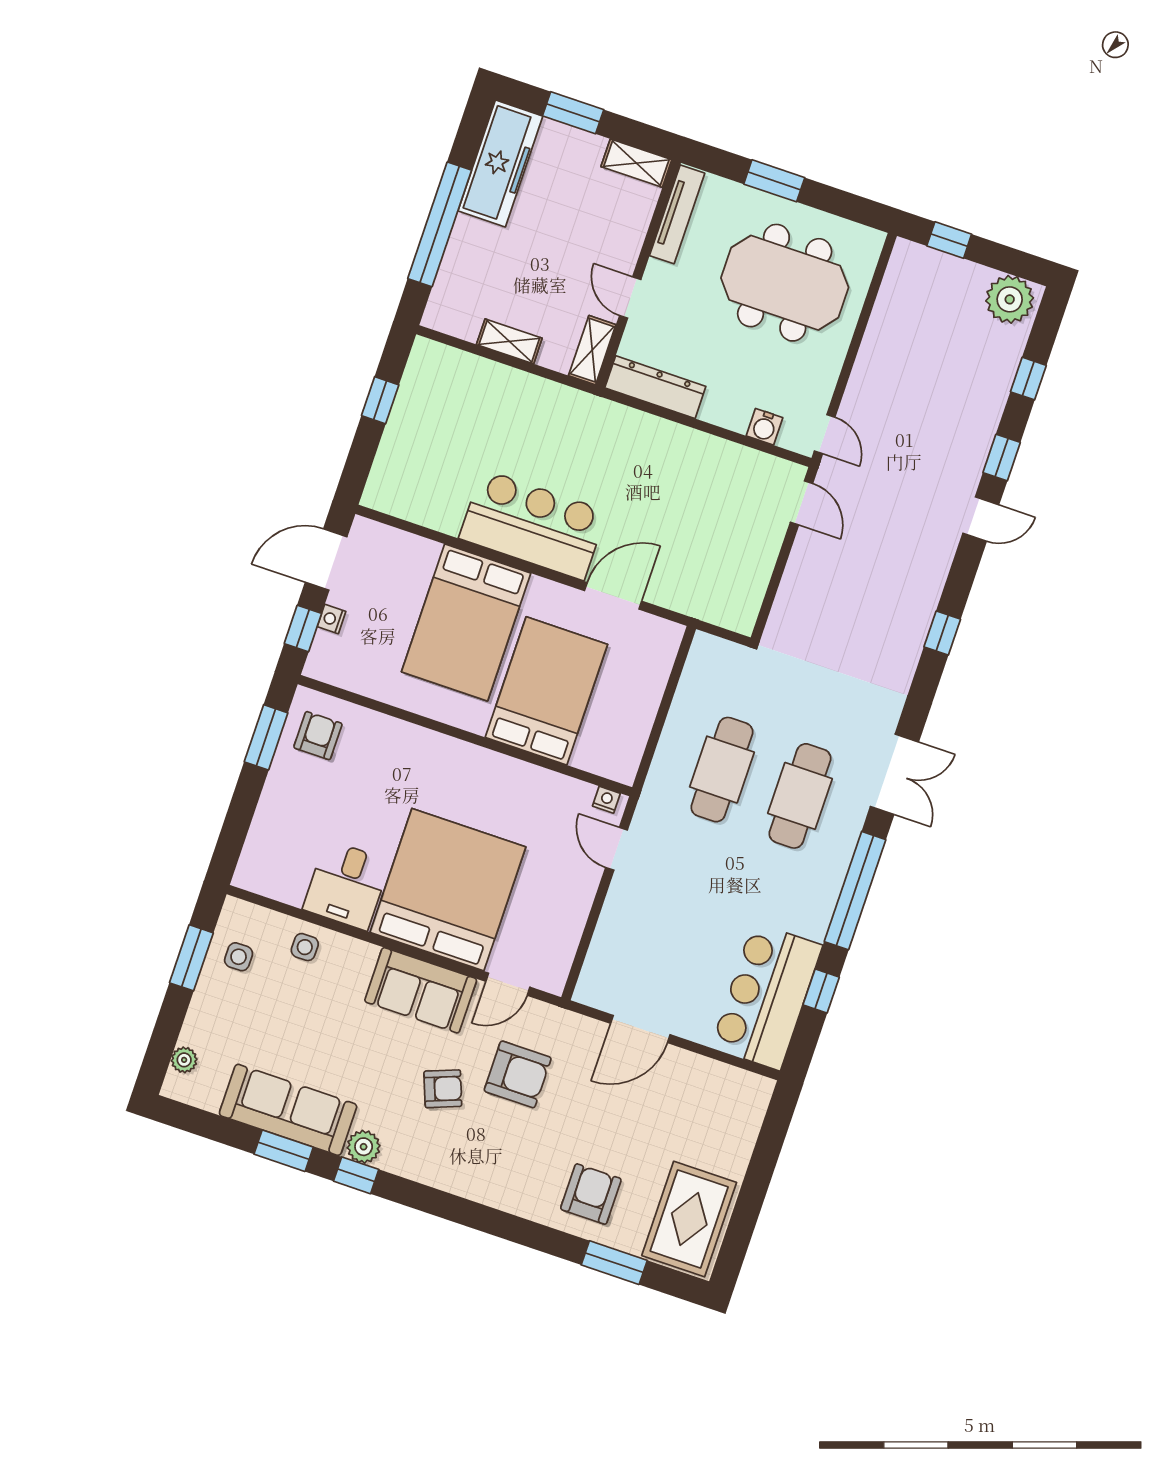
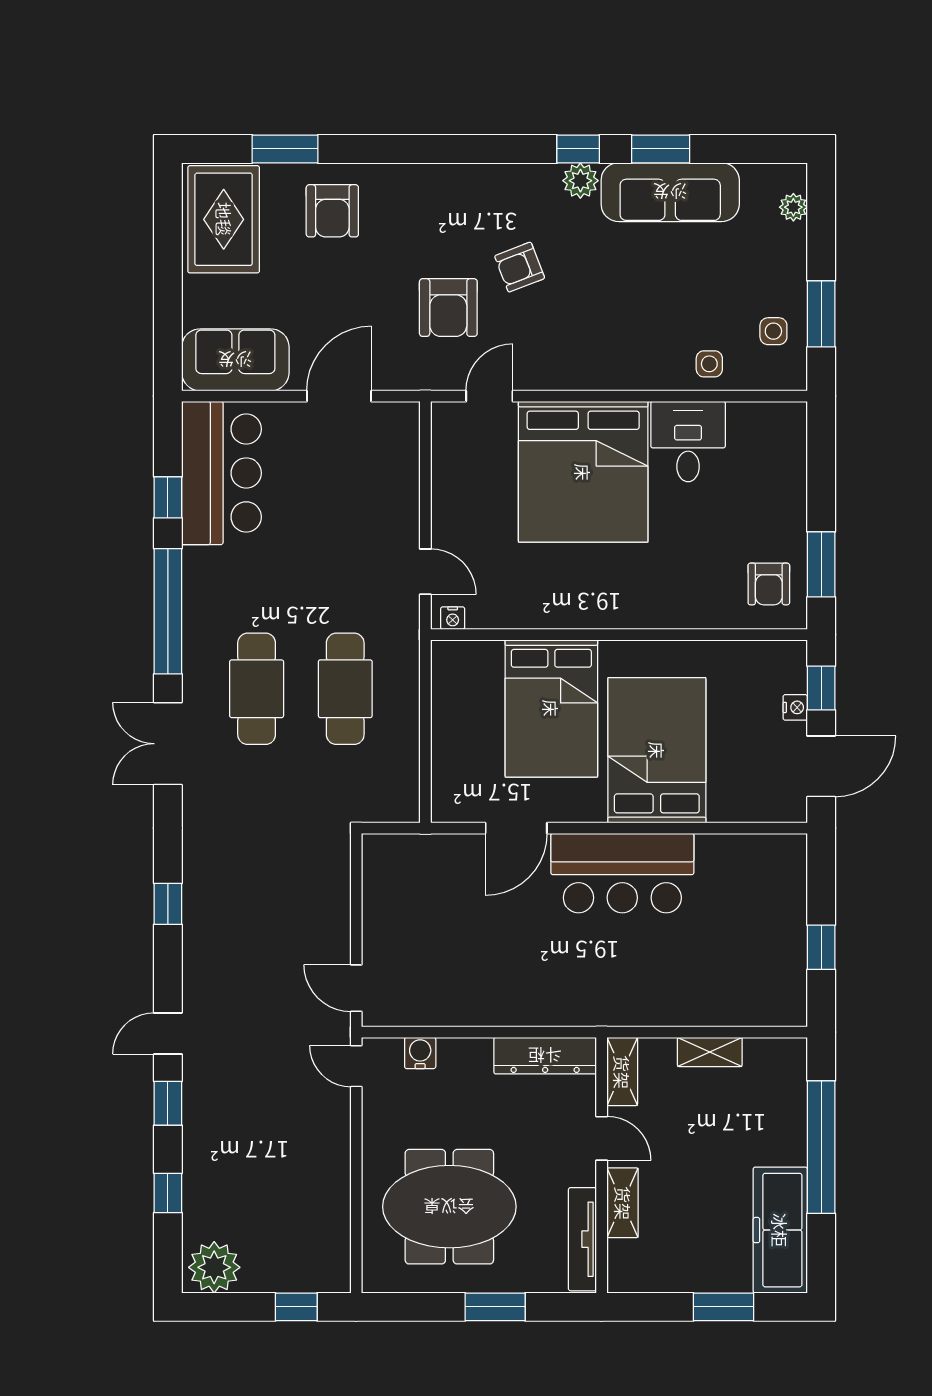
shelving: (636, 163) -> (623, 1203), moved, turned 90
sofa: (421, 990) -> (235, 360), moved
armchair: (518, 1074) -> (448, 308), turned -90

